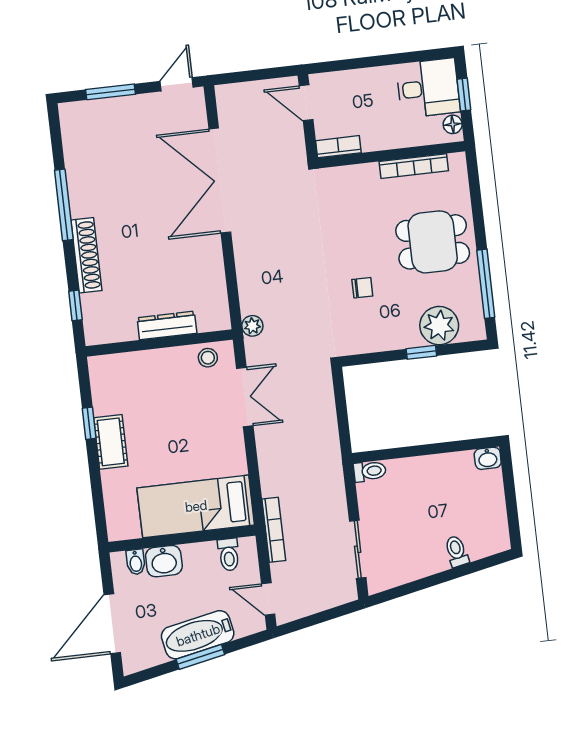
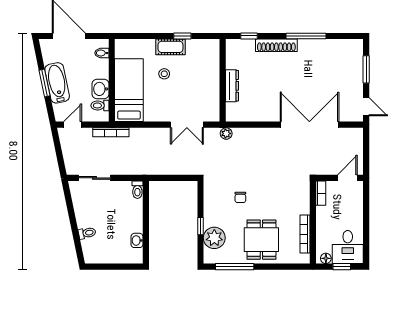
stool: (208, 358) -> (164, 74), moved
washbasin: (488, 458) -> (137, 240), moved
washbasin: (164, 561) -> (100, 89), moved

